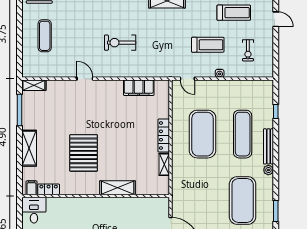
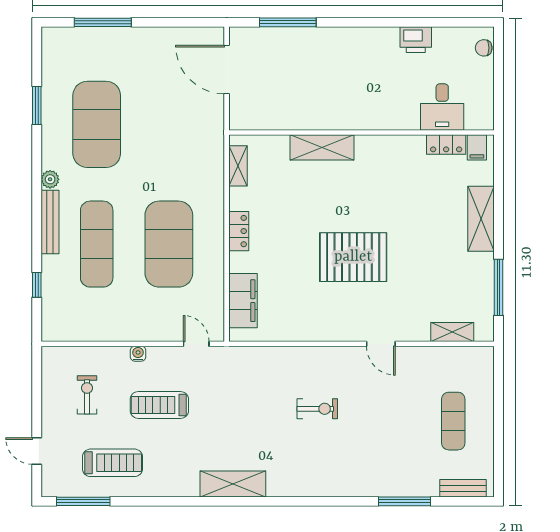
treadmill: (234, 13) -> (113, 463), turned 180
exercise bike: (120, 43) -> (317, 409), width x0.73, depth x0.72
shelving: (34, 85) -> (452, 332), moved
filing cabinet: (139, 88) -> (243, 301), moved, turned 90
locker: (164, 136) -> (239, 231), width x0.66
pallet: (84, 153) -> (353, 257), moved, turned 90
shelving: (164, 164) -> (238, 166), moved
desk: (34, 210) -> (442, 107), moved

